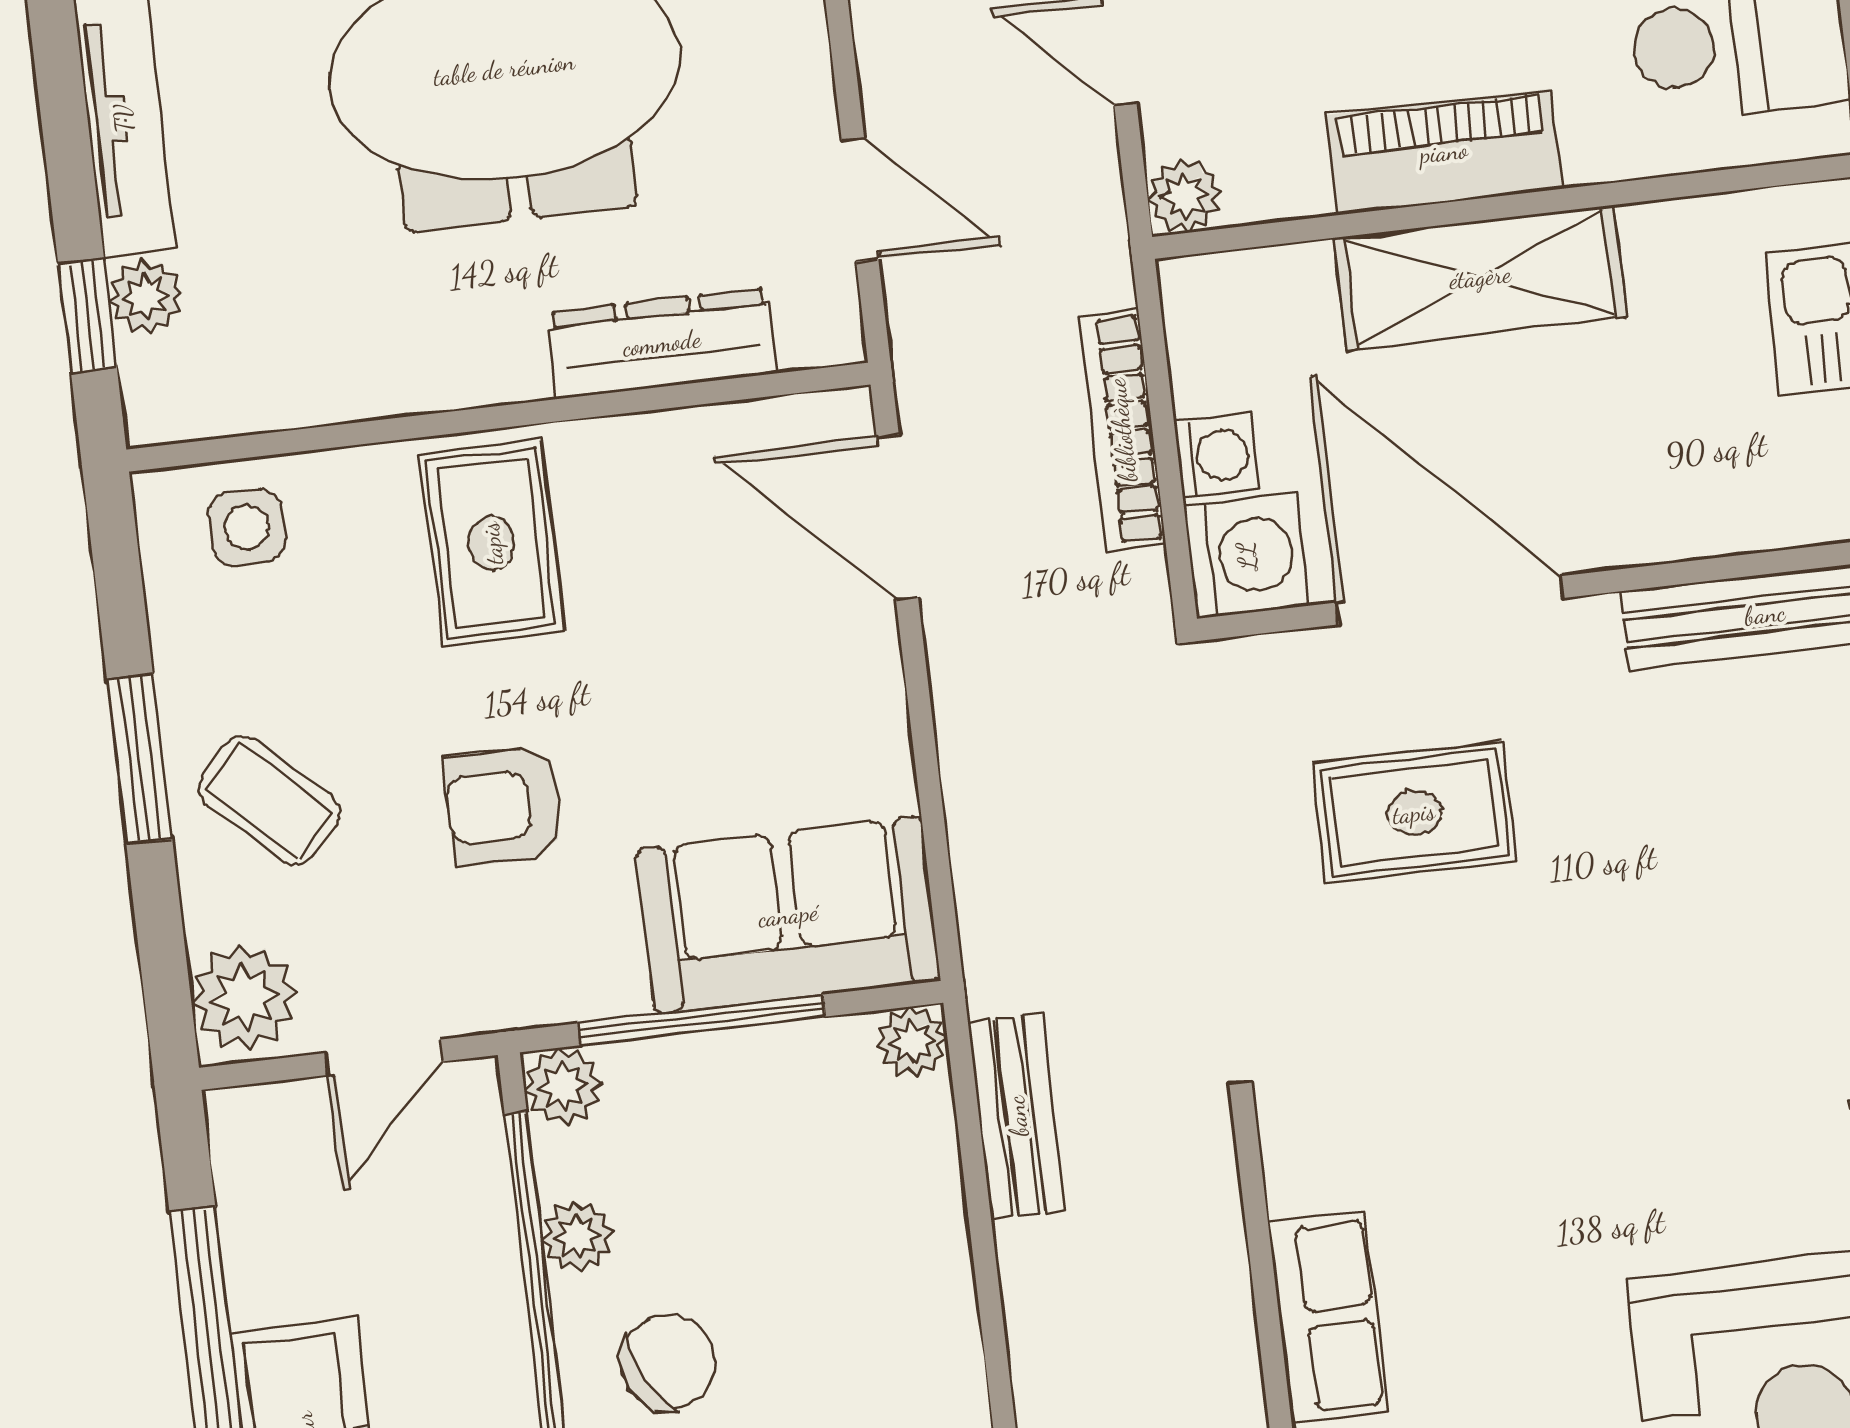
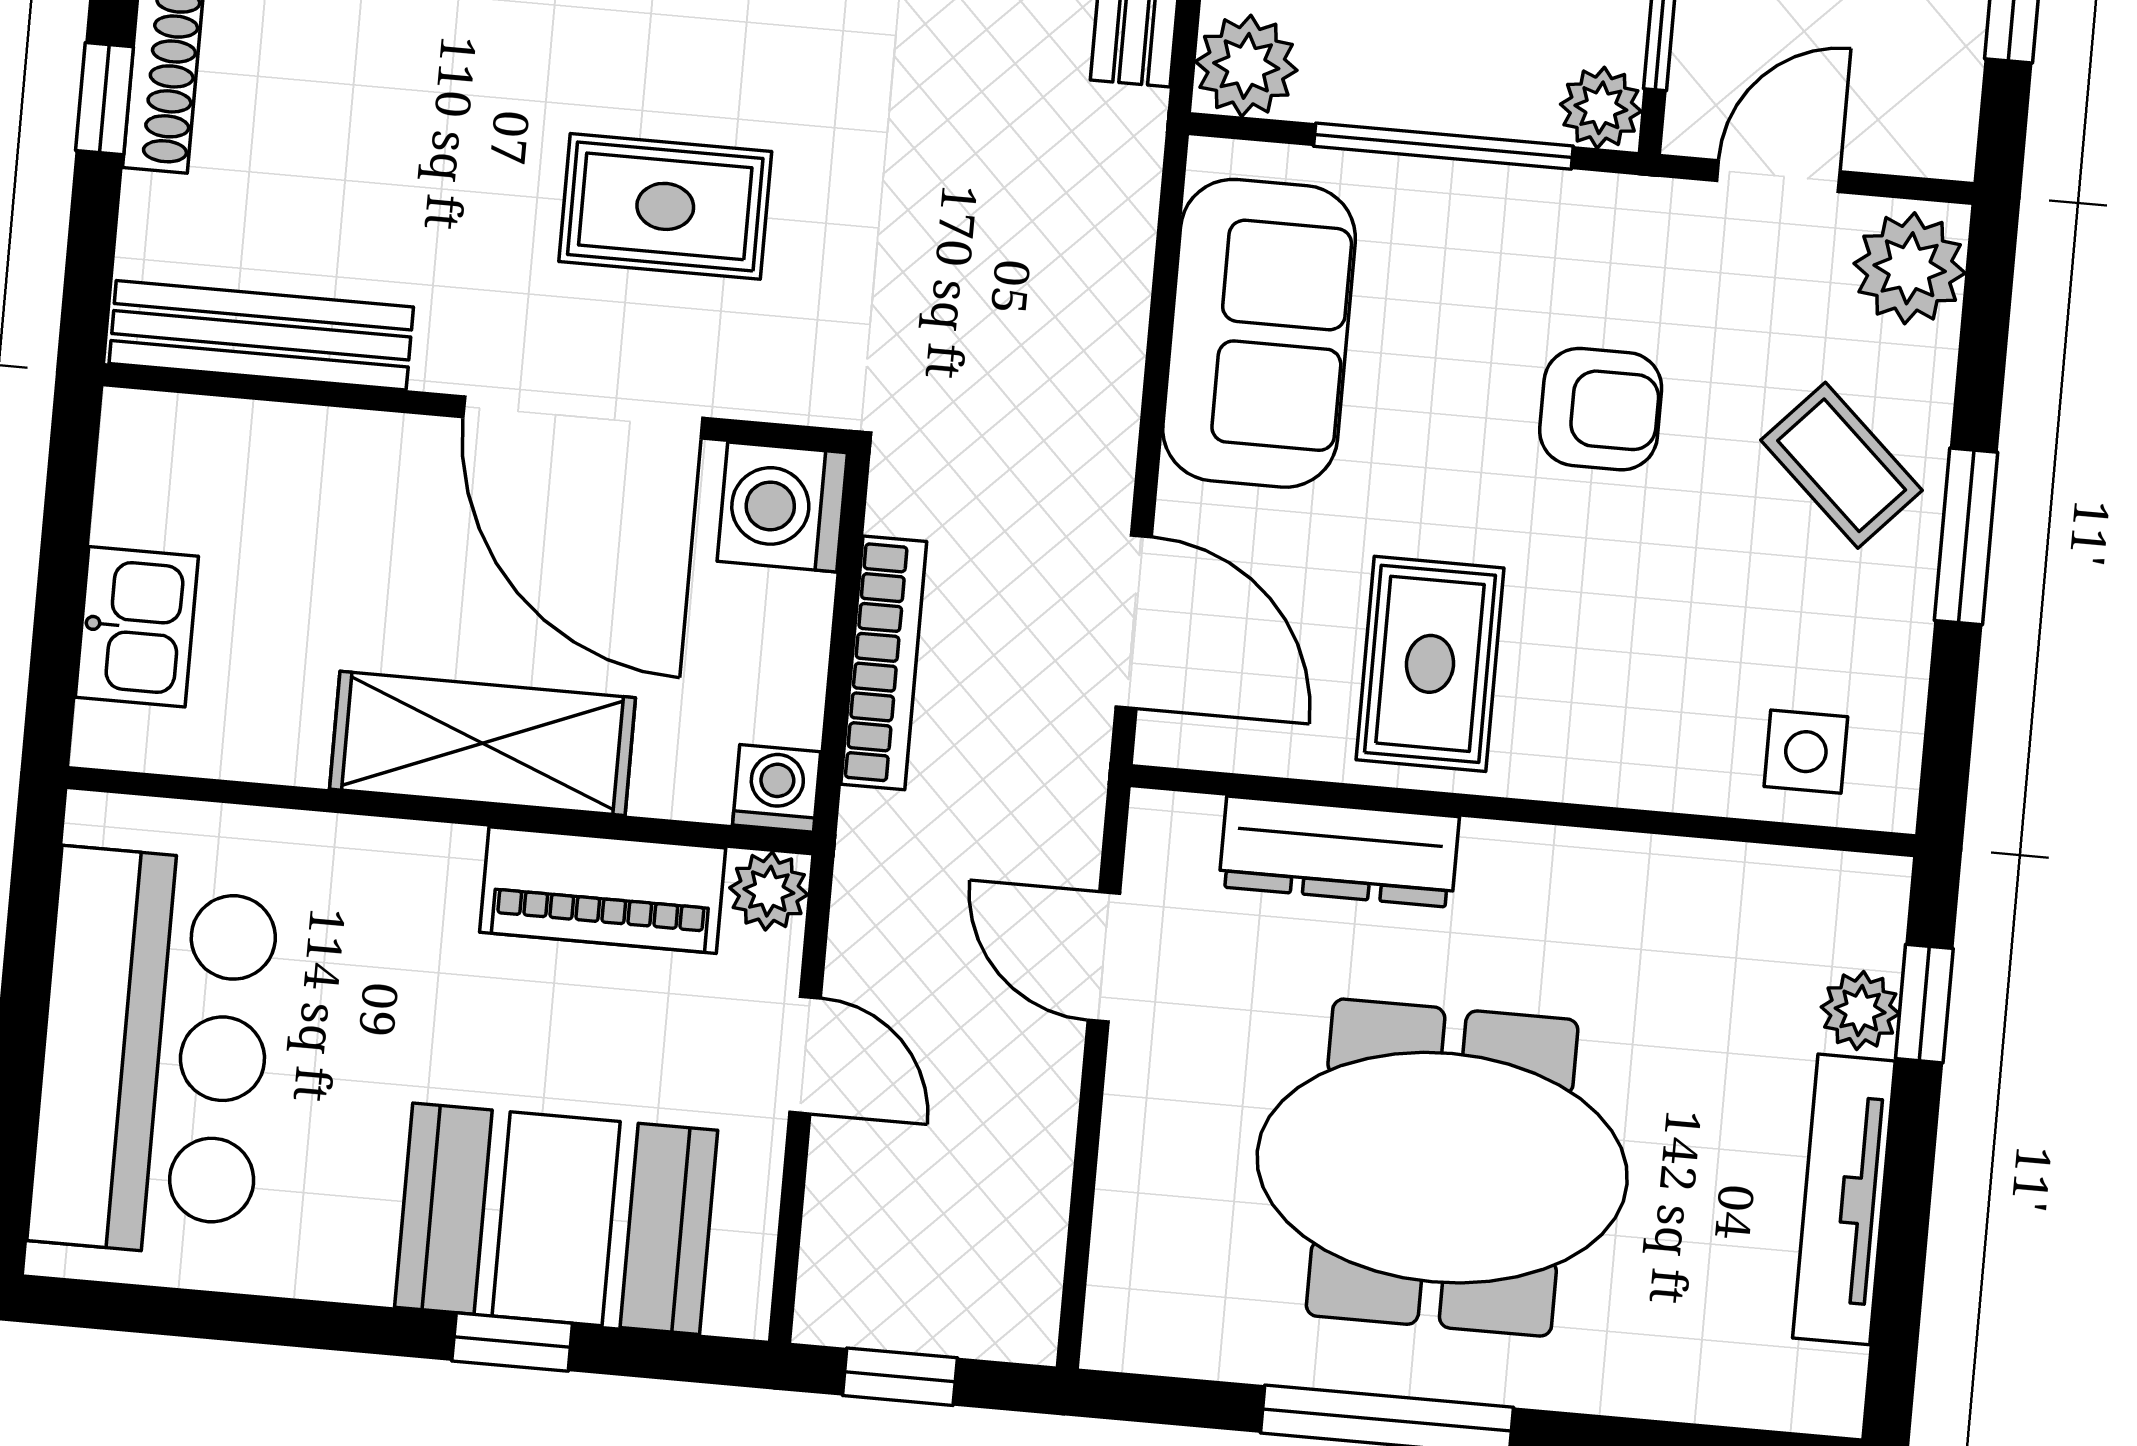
piano: (1444, 152) -> (603, 890), moved
washing machine: (1217, 456) -> (777, 788), moved, turned 90
rug: (492, 543) -> (1430, 664), moved
sofa: (788, 915) -> (1259, 333), moved, turned -90
plant: (912, 1042) -> (1246, 66), width x1.38, depth x1.38

